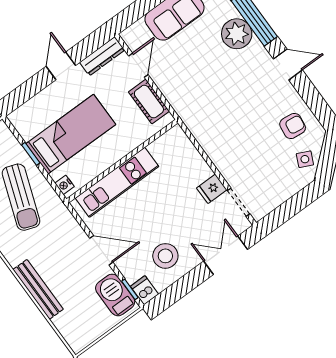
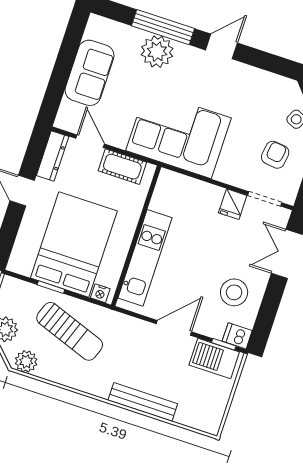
corner sofa: (208, 107) -> (179, 134), added
armchair: (293, 126) -> (275, 155), moved
bed: (71, 134) -> (74, 244), width x1.50

